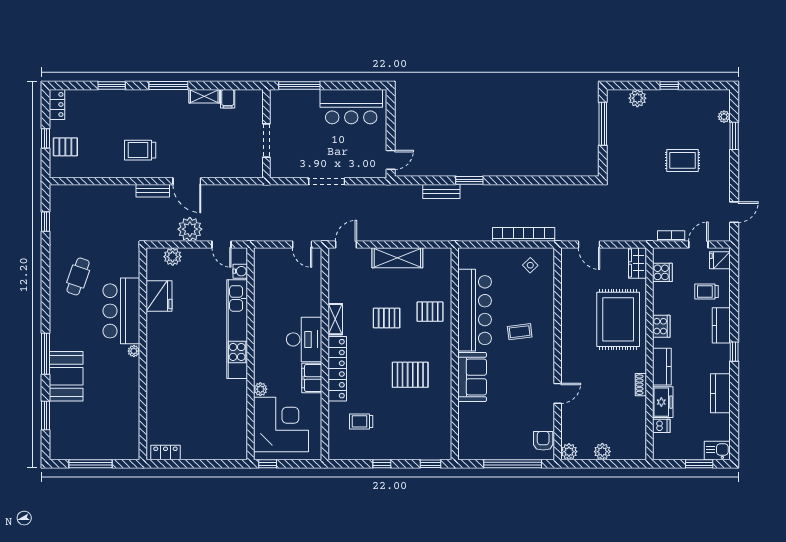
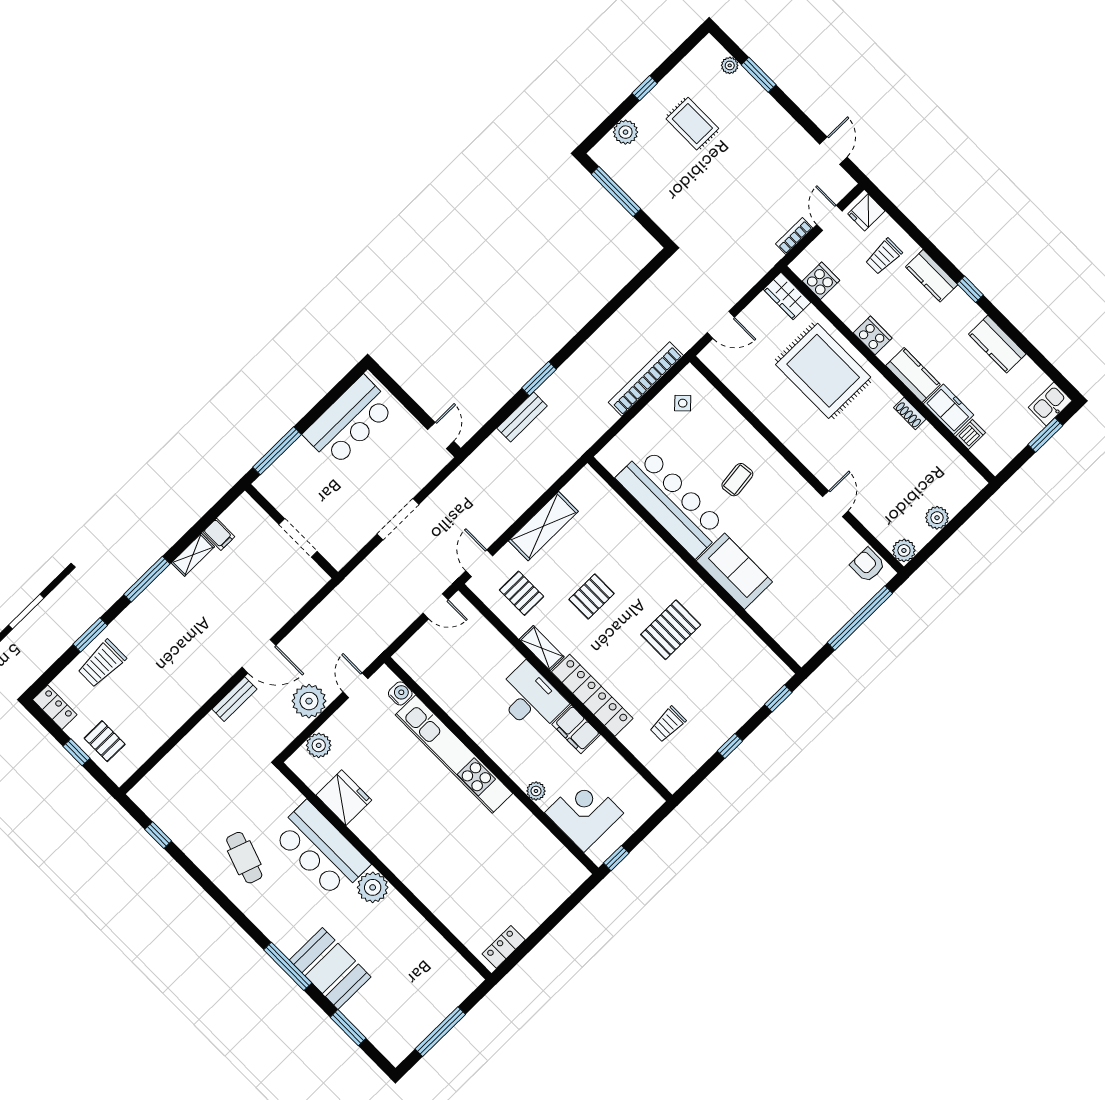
pallet: (65, 147) -> (105, 741), turned 90
trolley: (140, 150) -> (102, 664), moved
rug: (683, 160) -> (692, 124), moved, turned 90
door: (221, 245) -> (355, 685), swing flipped
pallet: (430, 312) -> (522, 593), moved, turned 90
plant: (134, 351) -> (373, 887), width x1.88, depth x1.88
corner desk: (281, 425) -> (584, 813), width x0.74, depth x0.74

